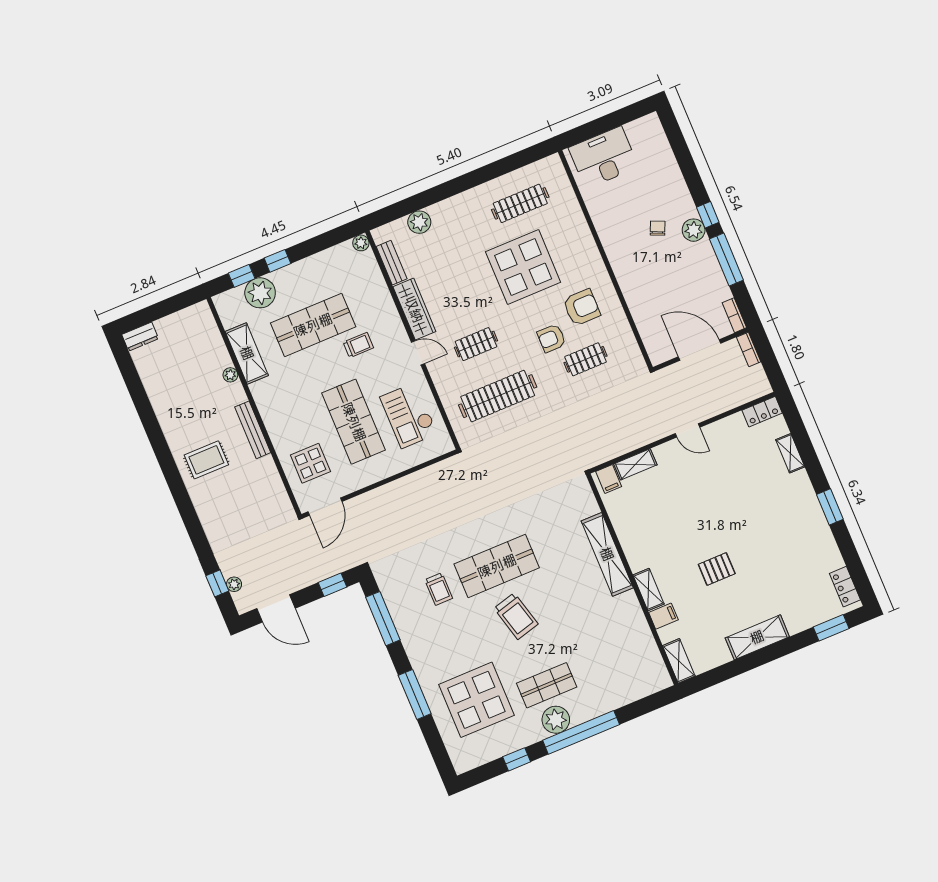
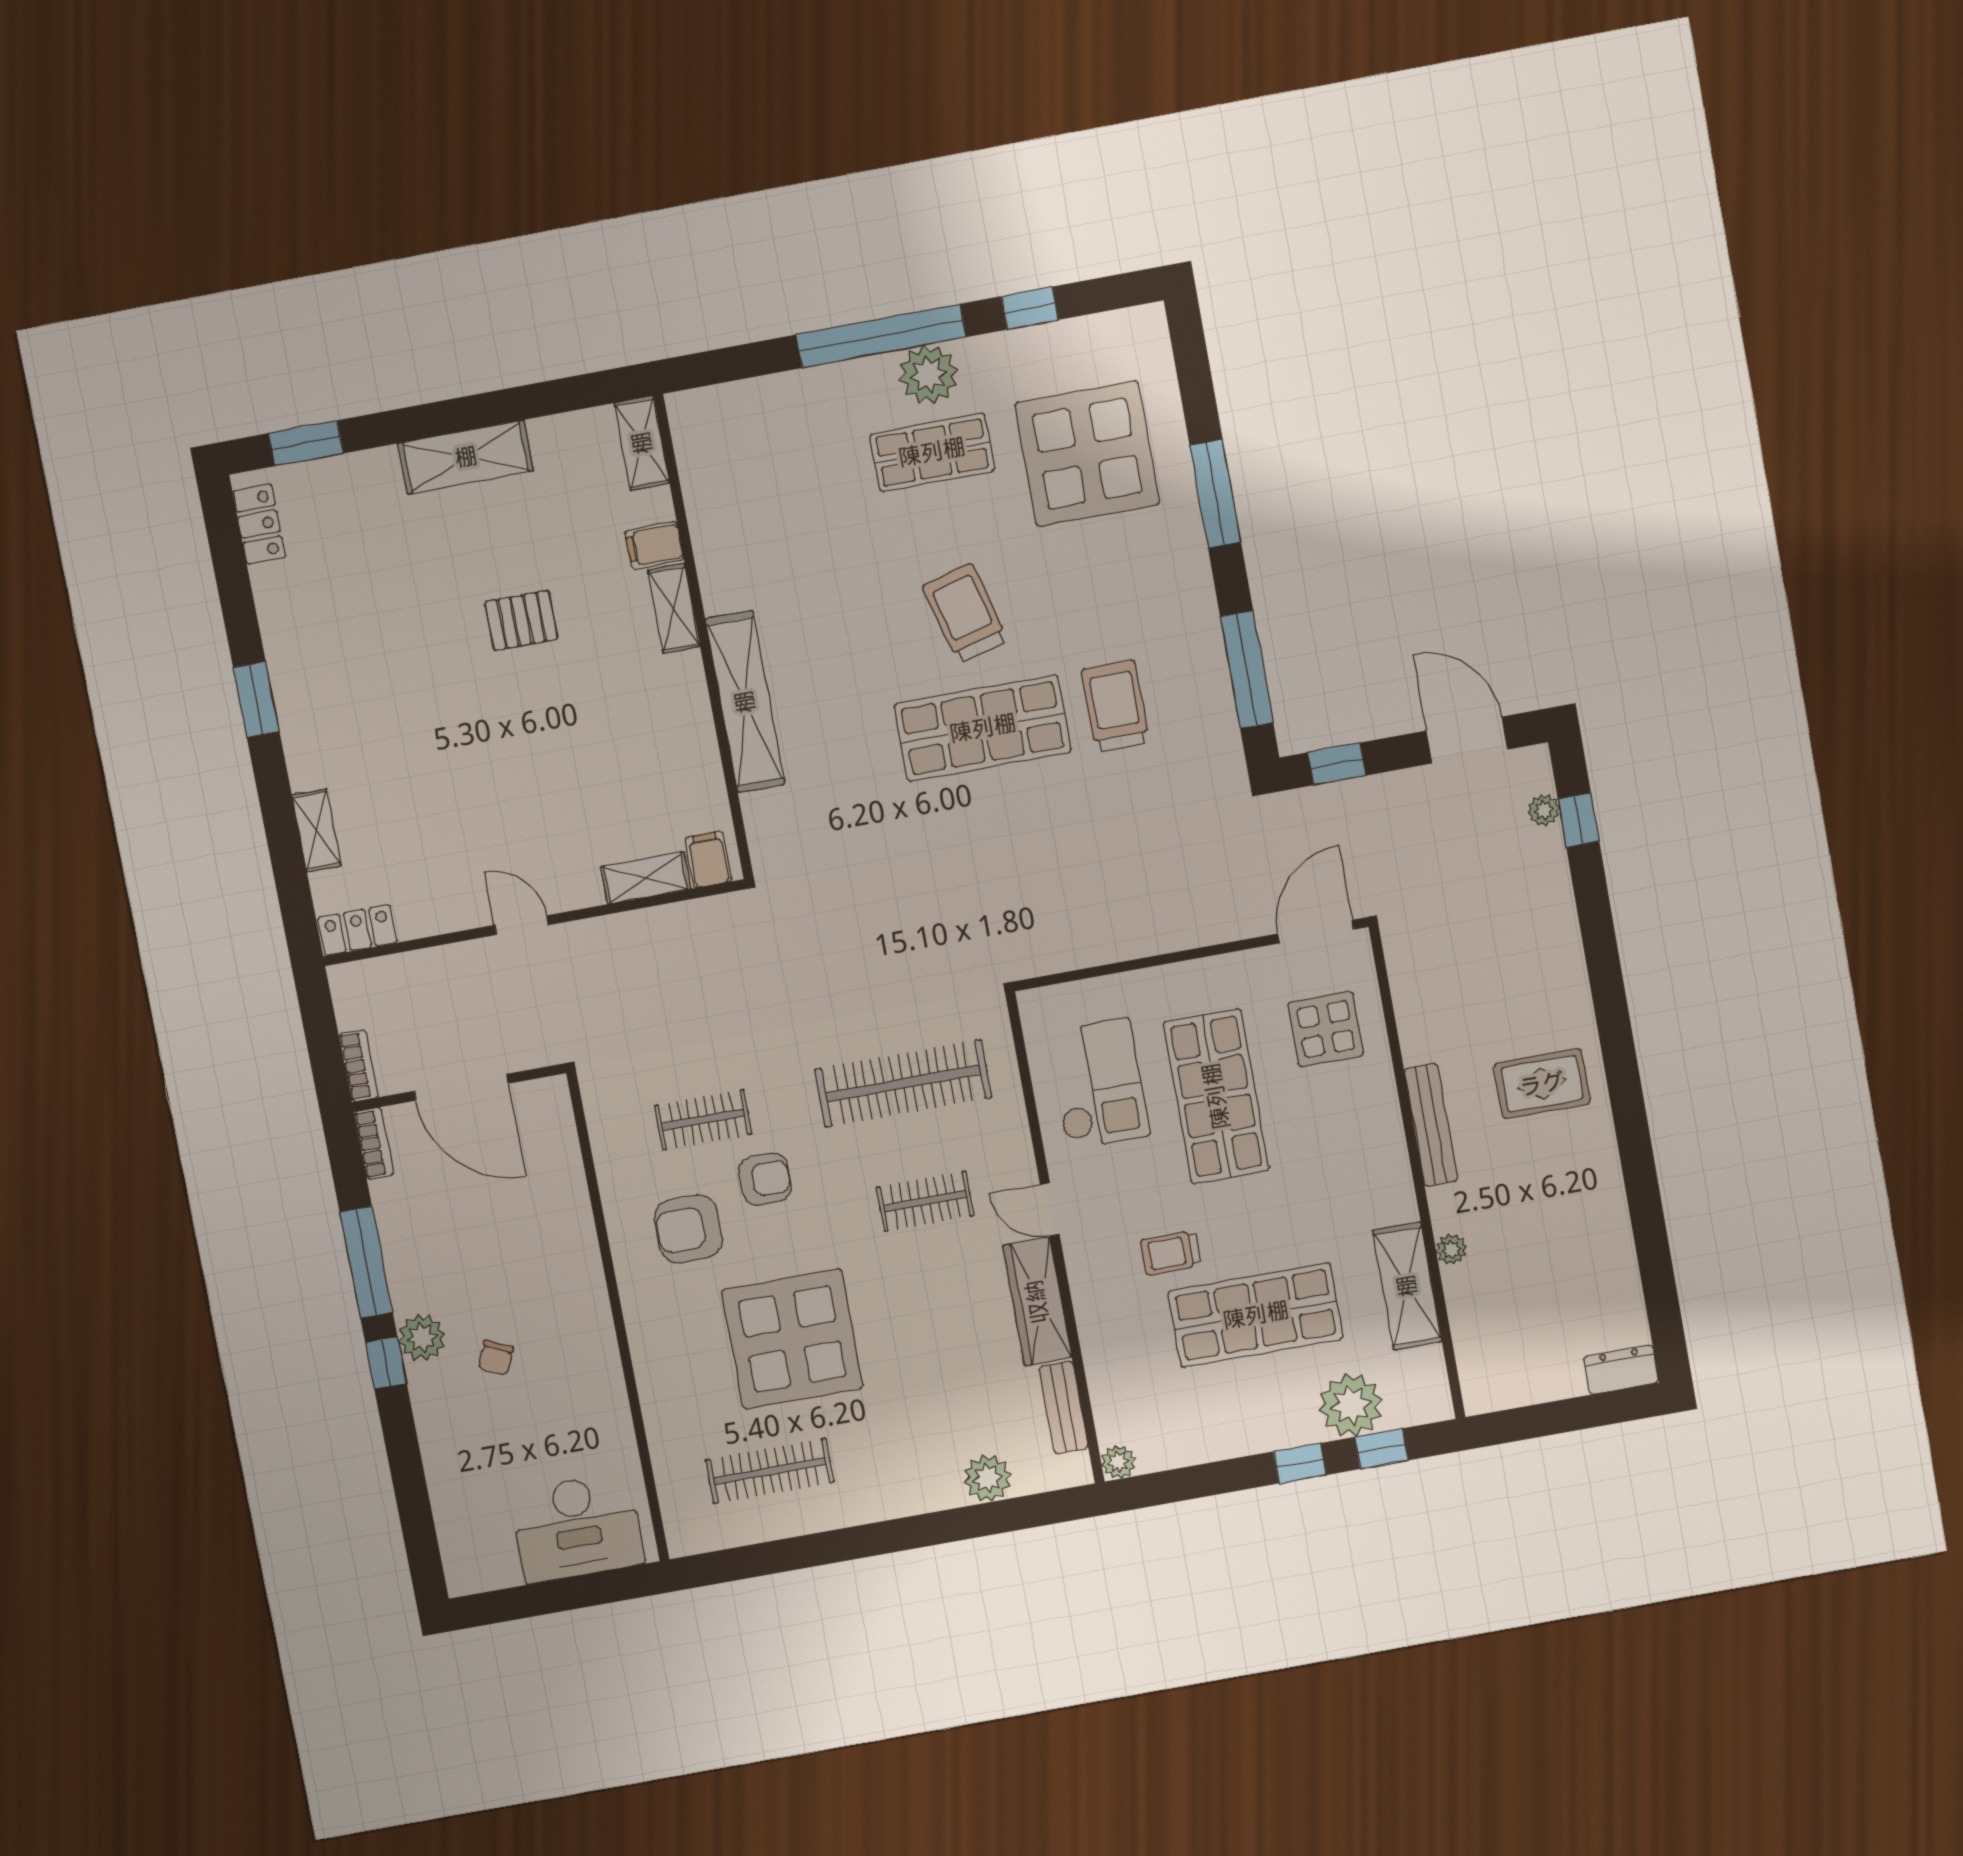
trolley: (439, 589) -> (1115, 706), width x1.36, depth x1.39

